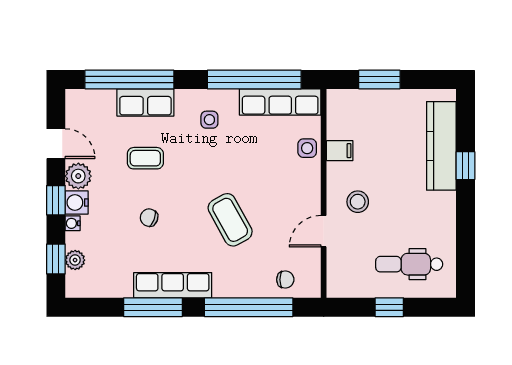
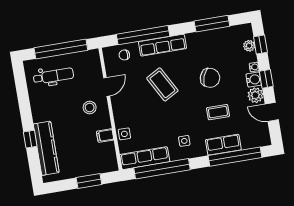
chair: (149, 218) -> (210, 78), width x1.87, depth x1.87
row of seats: (173, 285) -> (162, 45), moved
window: (153, 307) -> (212, 24), moved
window: (389, 307) -> (61, 49), width x3.17

